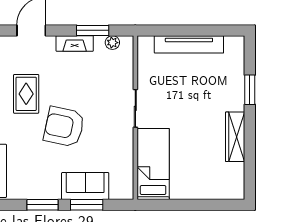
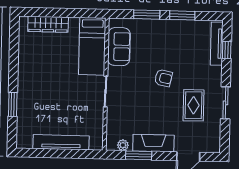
fireplace: (75, 43) -> (153, 143), width x1.37, depth x1.32
armchair: (64, 127) -> (163, 78), width x0.53, depth x0.53
wardrobe: (235, 137) -> (48, 24), moved, turned 90
sofa: (85, 186) -> (119, 47), moved, turned -90

